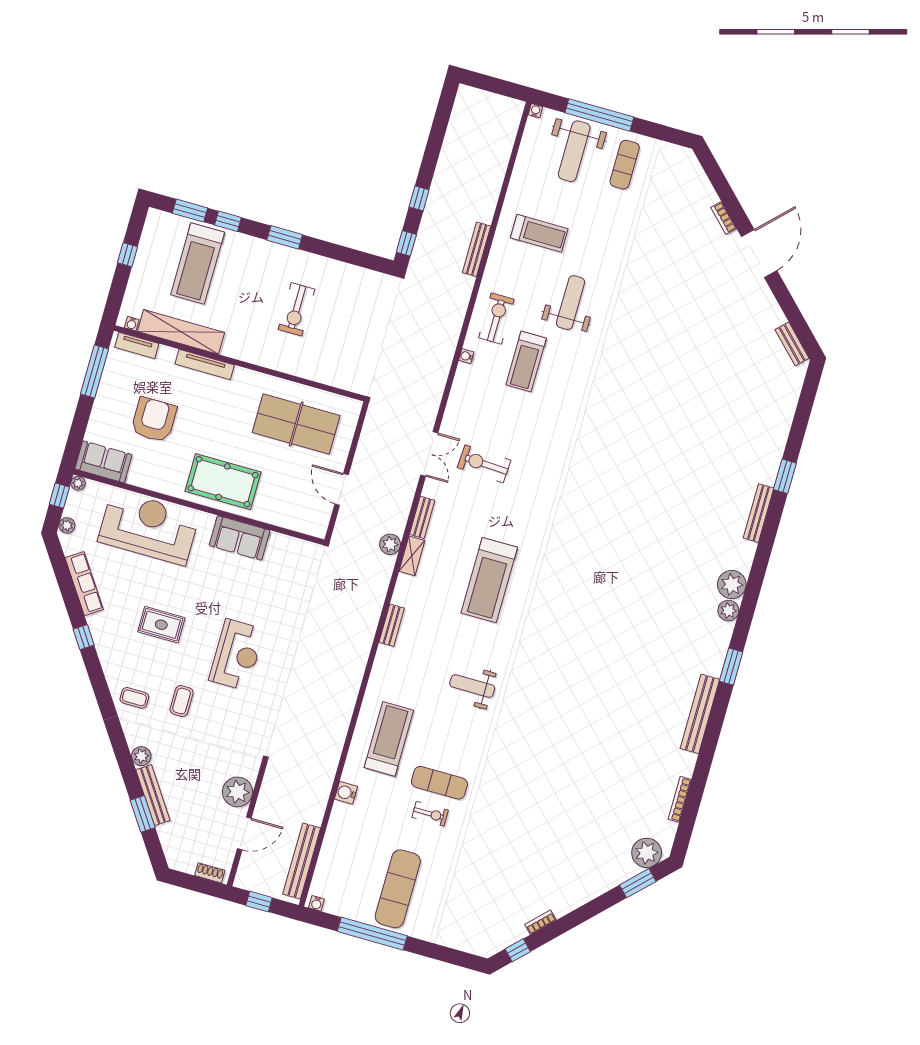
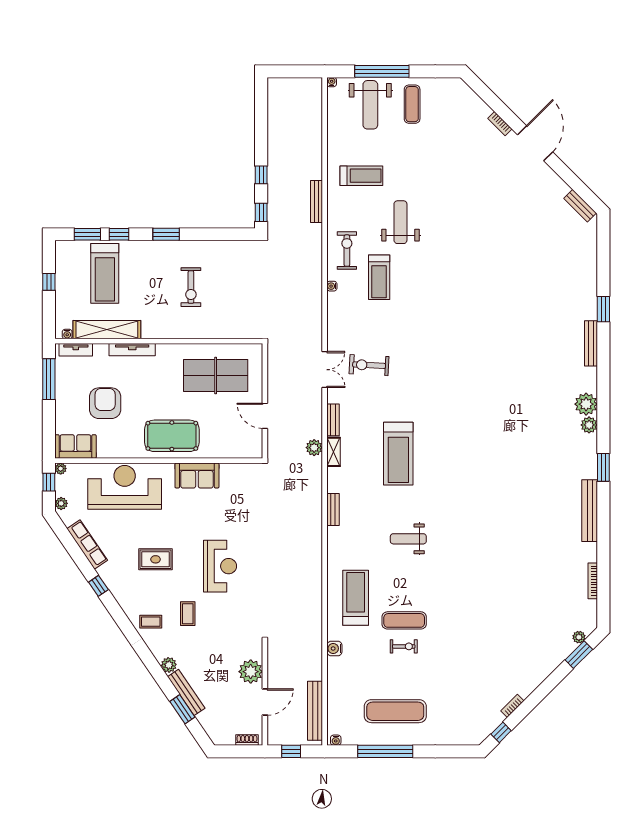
plant: (647, 853) -> (579, 637), width x0.53, depth x0.53
exercise mat: (398, 889) -> (395, 711), turned 90

